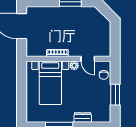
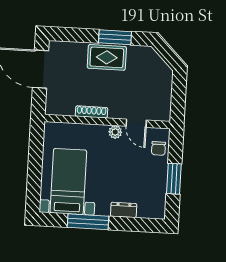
rug: (66, 16) -> (107, 57), added
bed with nightstands: (50, 83) -> (68, 182), moved, turned 180

